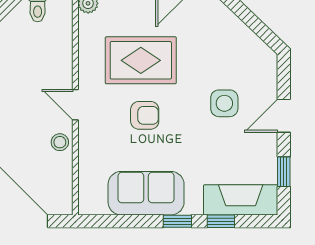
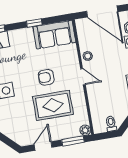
sofa: (146, 193) -> (54, 35), moved
window: (177, 221) -> (34, 23), moved

